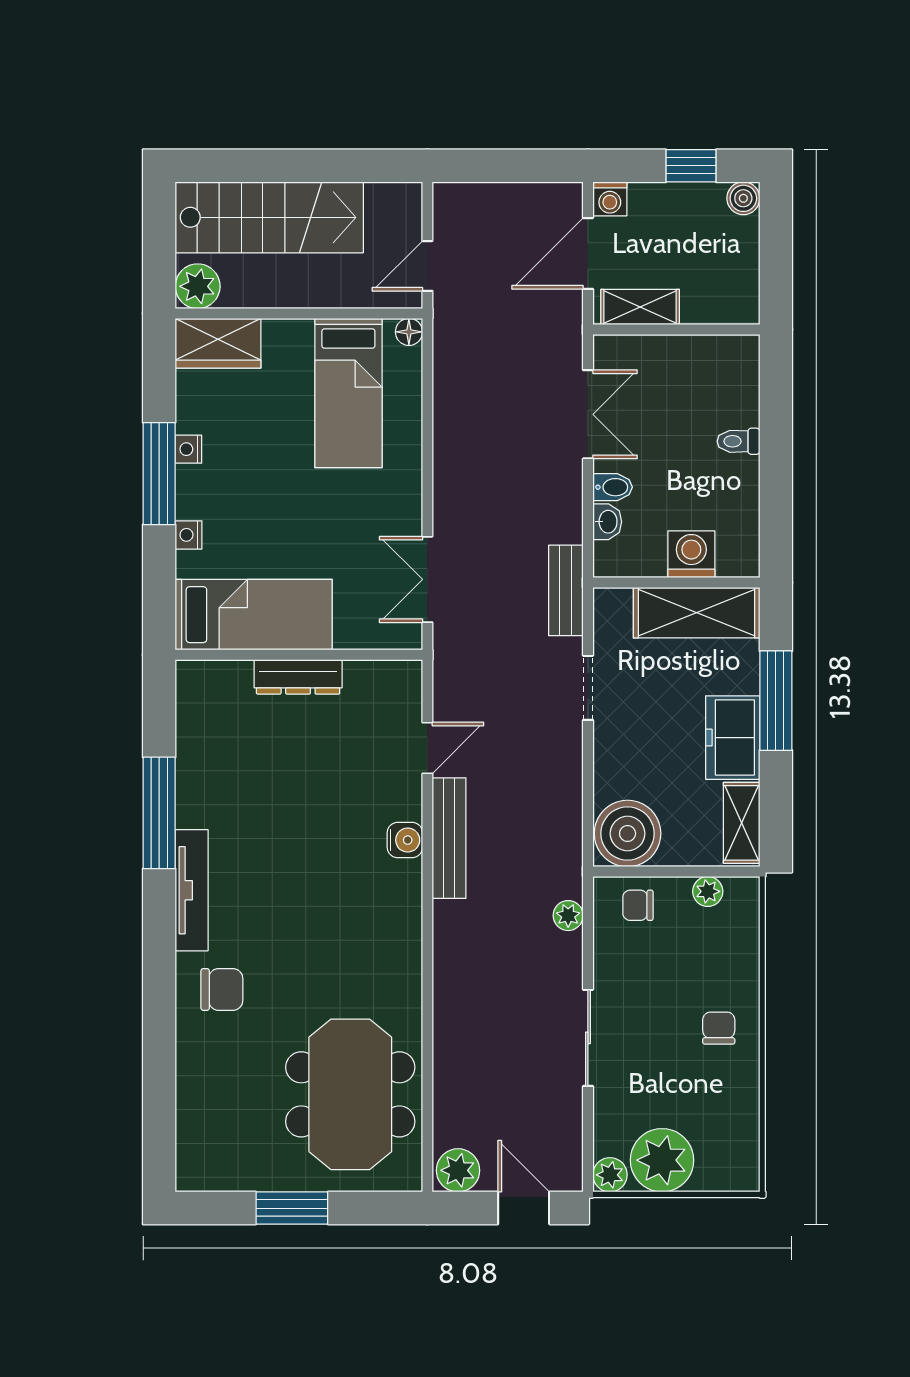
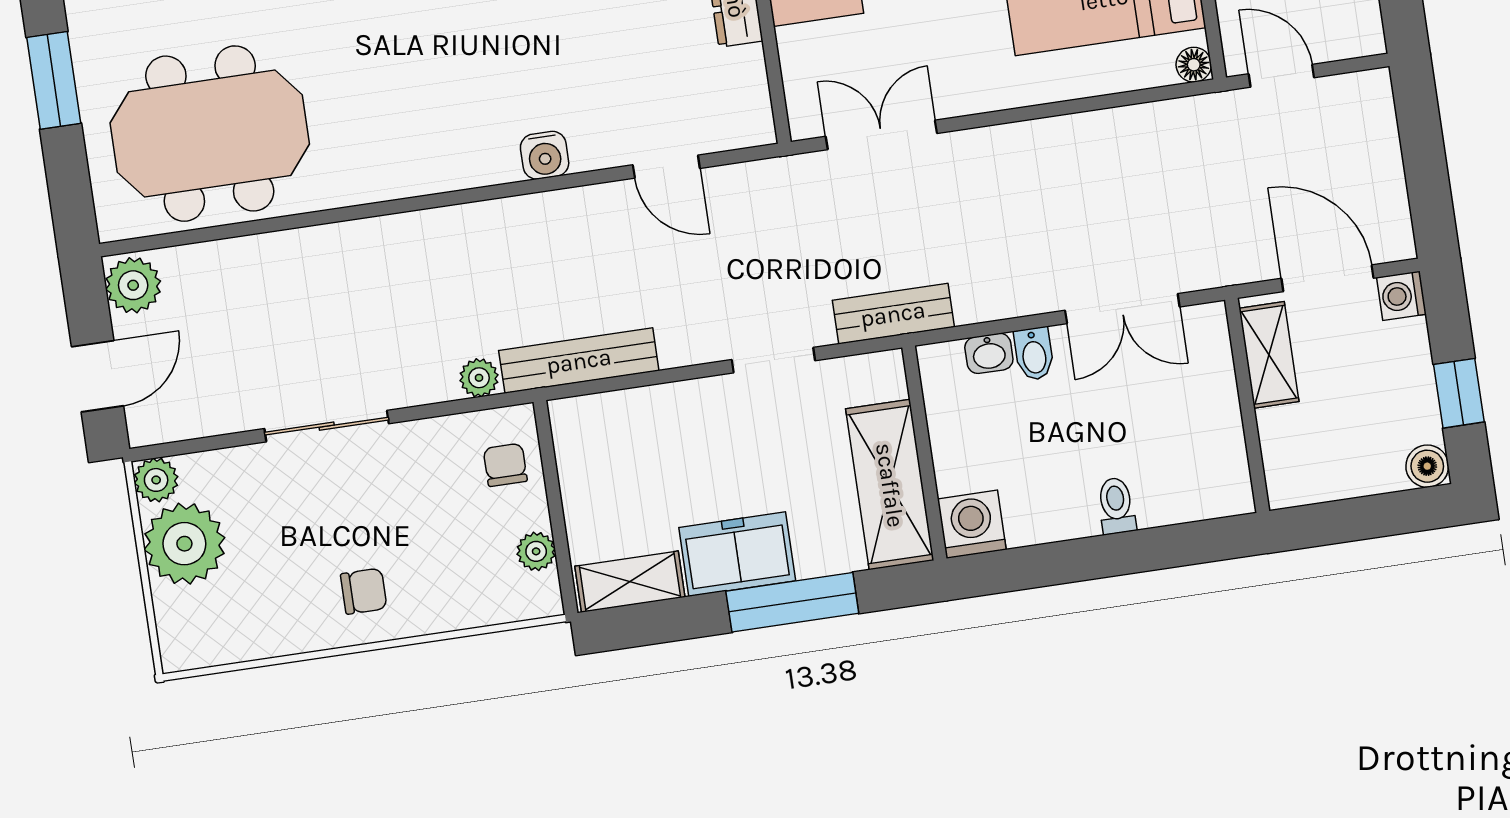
washing machine: (691, 554) -> (972, 524), moved, turned -90
boiler: (628, 833) -> (595, 438), removed
bench: (449, 838) -> (579, 361), moved

